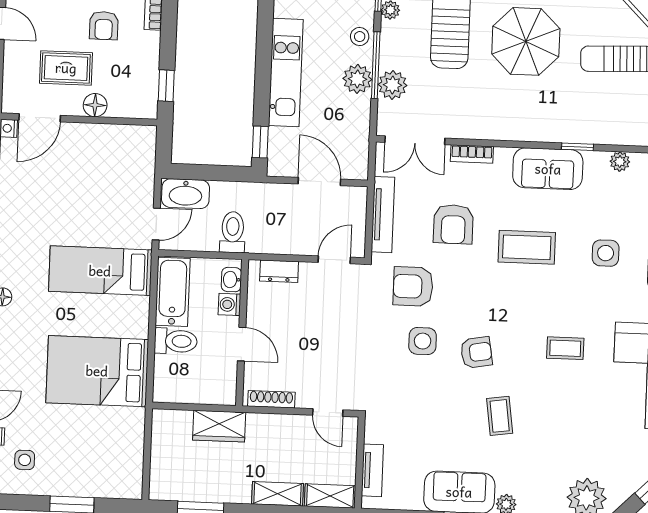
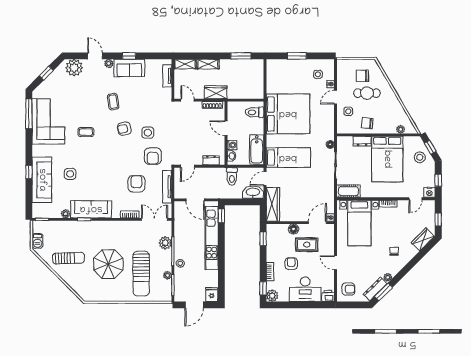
kitchen unit: (286, 73) -> (212, 238), width x1.36
plant: (357, 79) -> (181, 245), removed
wardrobe: (141, 164) -> (273, 204), added
sofa: (548, 169) -> (91, 209), width x1.36
coffee table: (527, 247) -> (104, 175), removed
armchair: (413, 286) -> (153, 156), turned 90
toilet: (176, 341) -> (255, 112), moved
bed: (97, 371) -> (288, 114), width x1.36
wardrobe: (219, 426) -> (216, 92), moved

